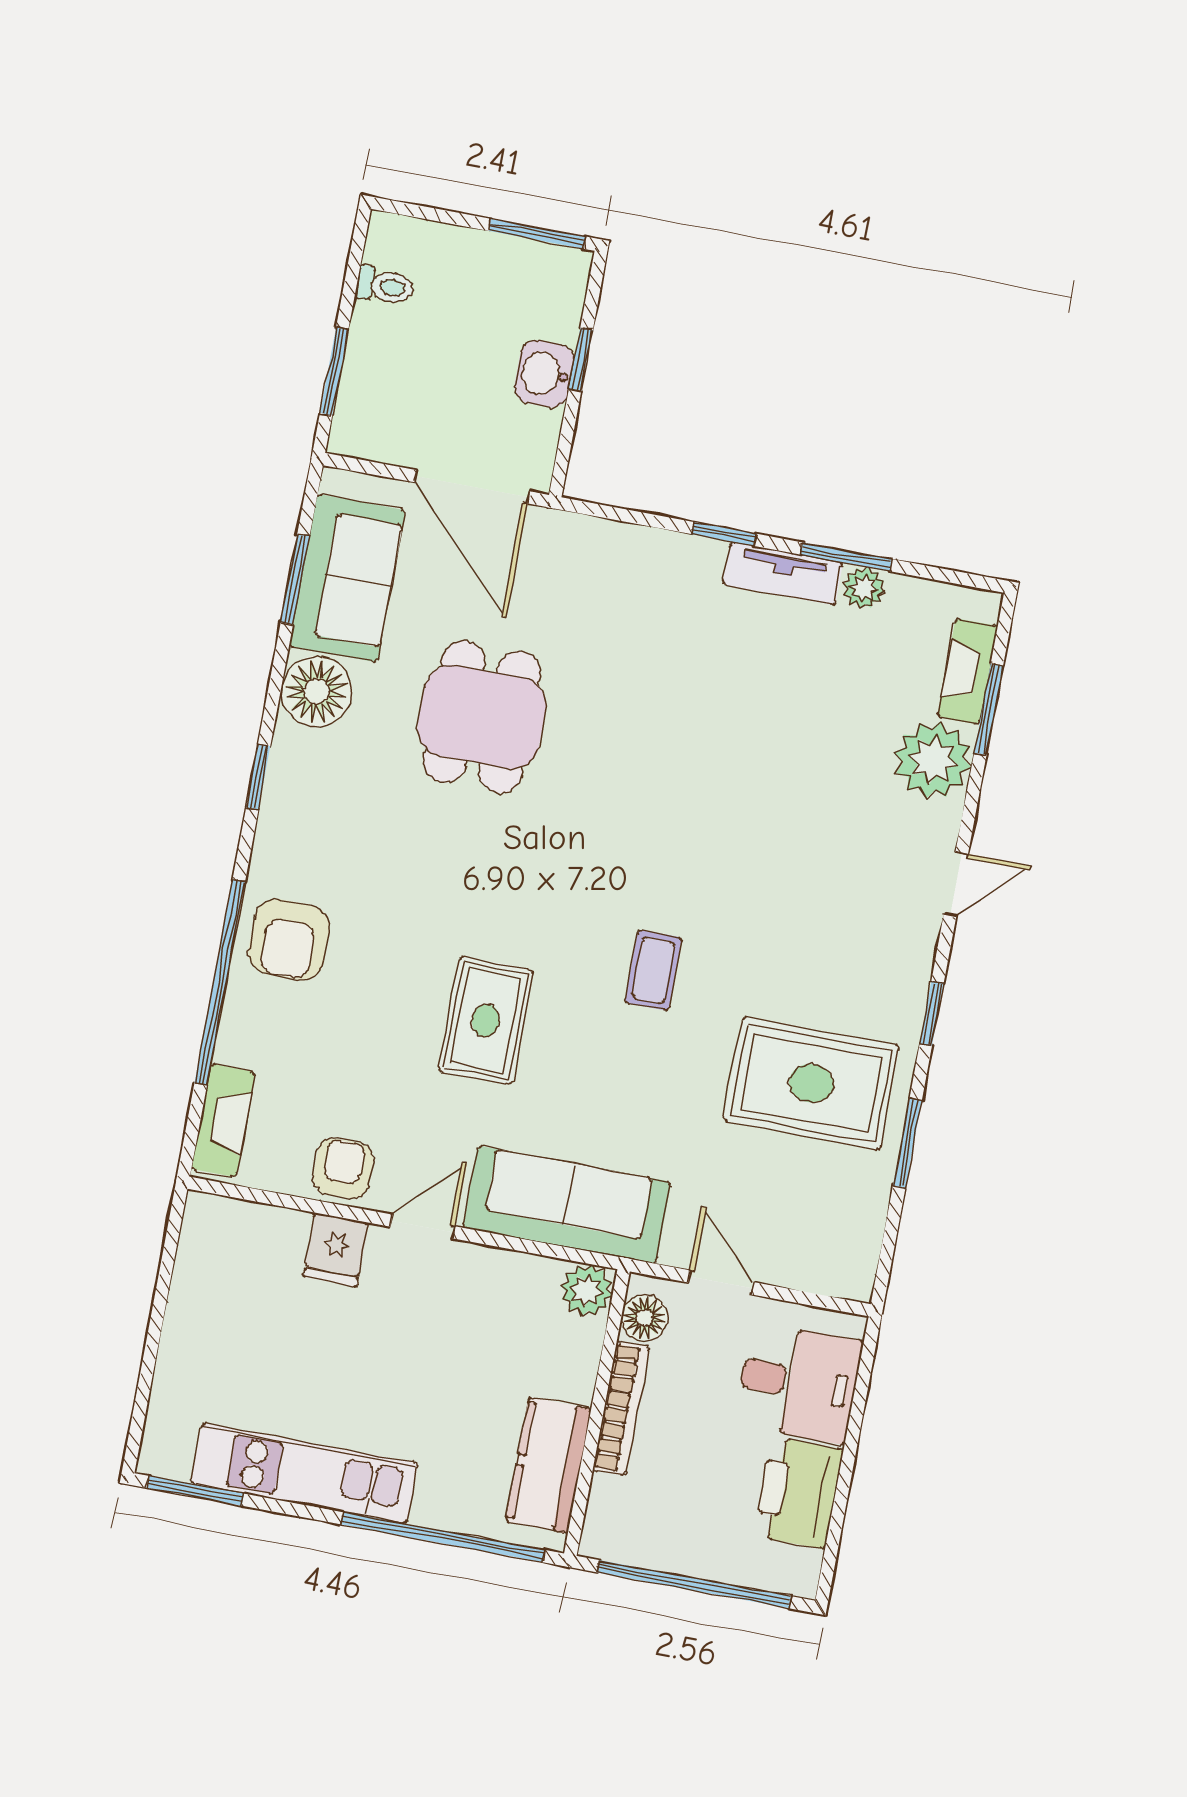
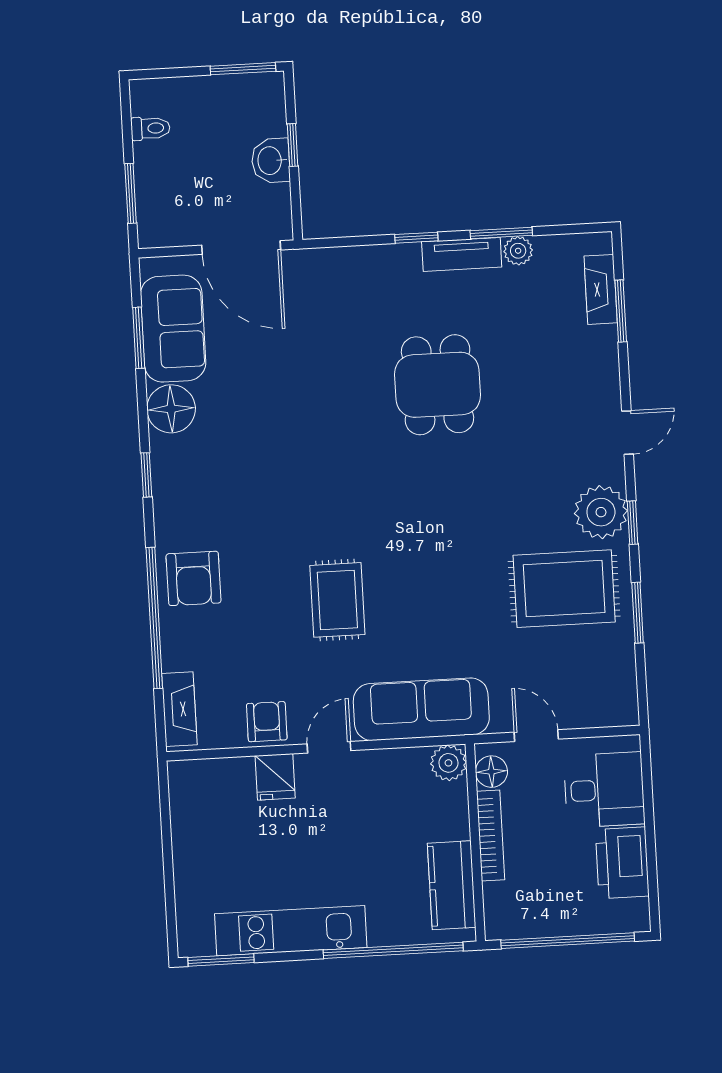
dining table: (482, 717) -> (438, 385), moved
plant: (933, 760) -> (601, 512), moved
coffee table: (653, 970) -> (440, 539), removed

